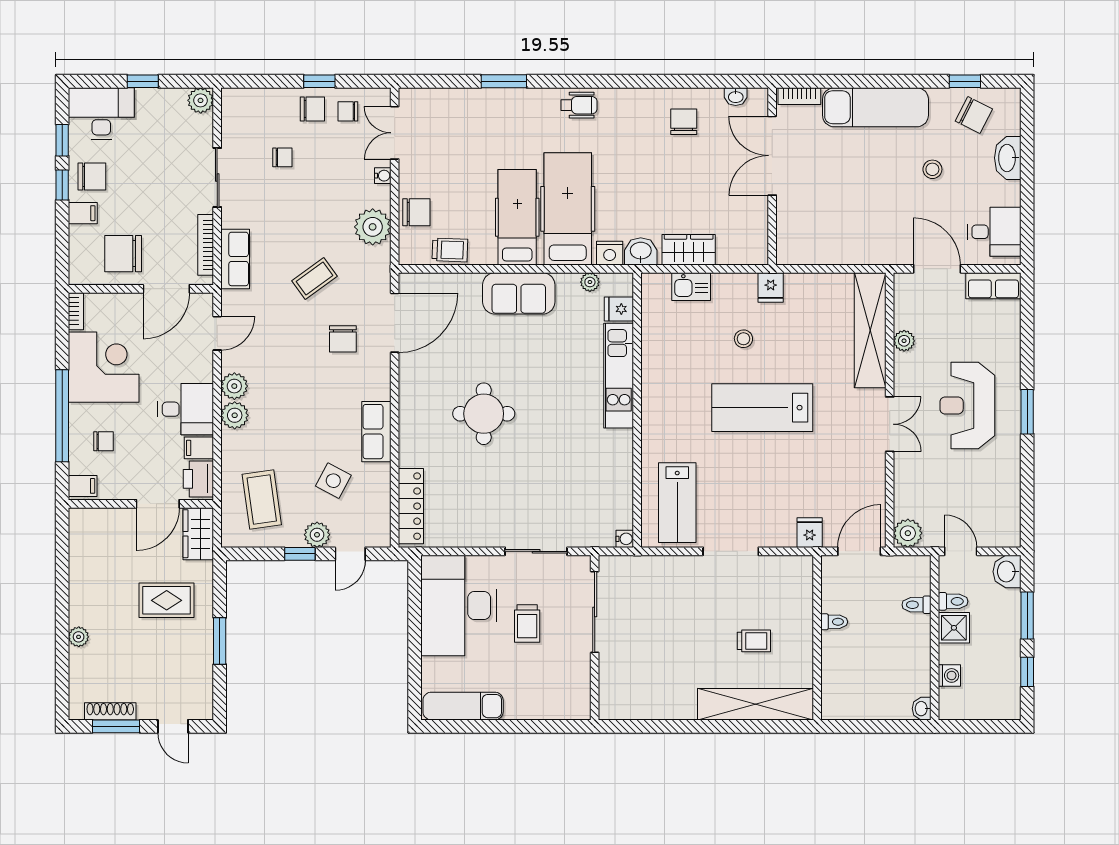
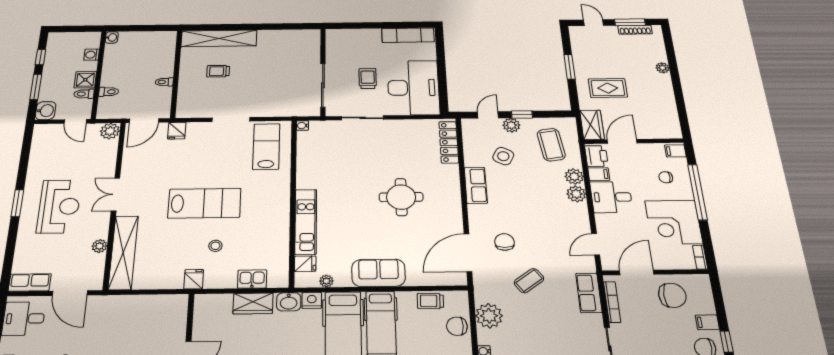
plant: (234, 386) -> (574, 176), moved

